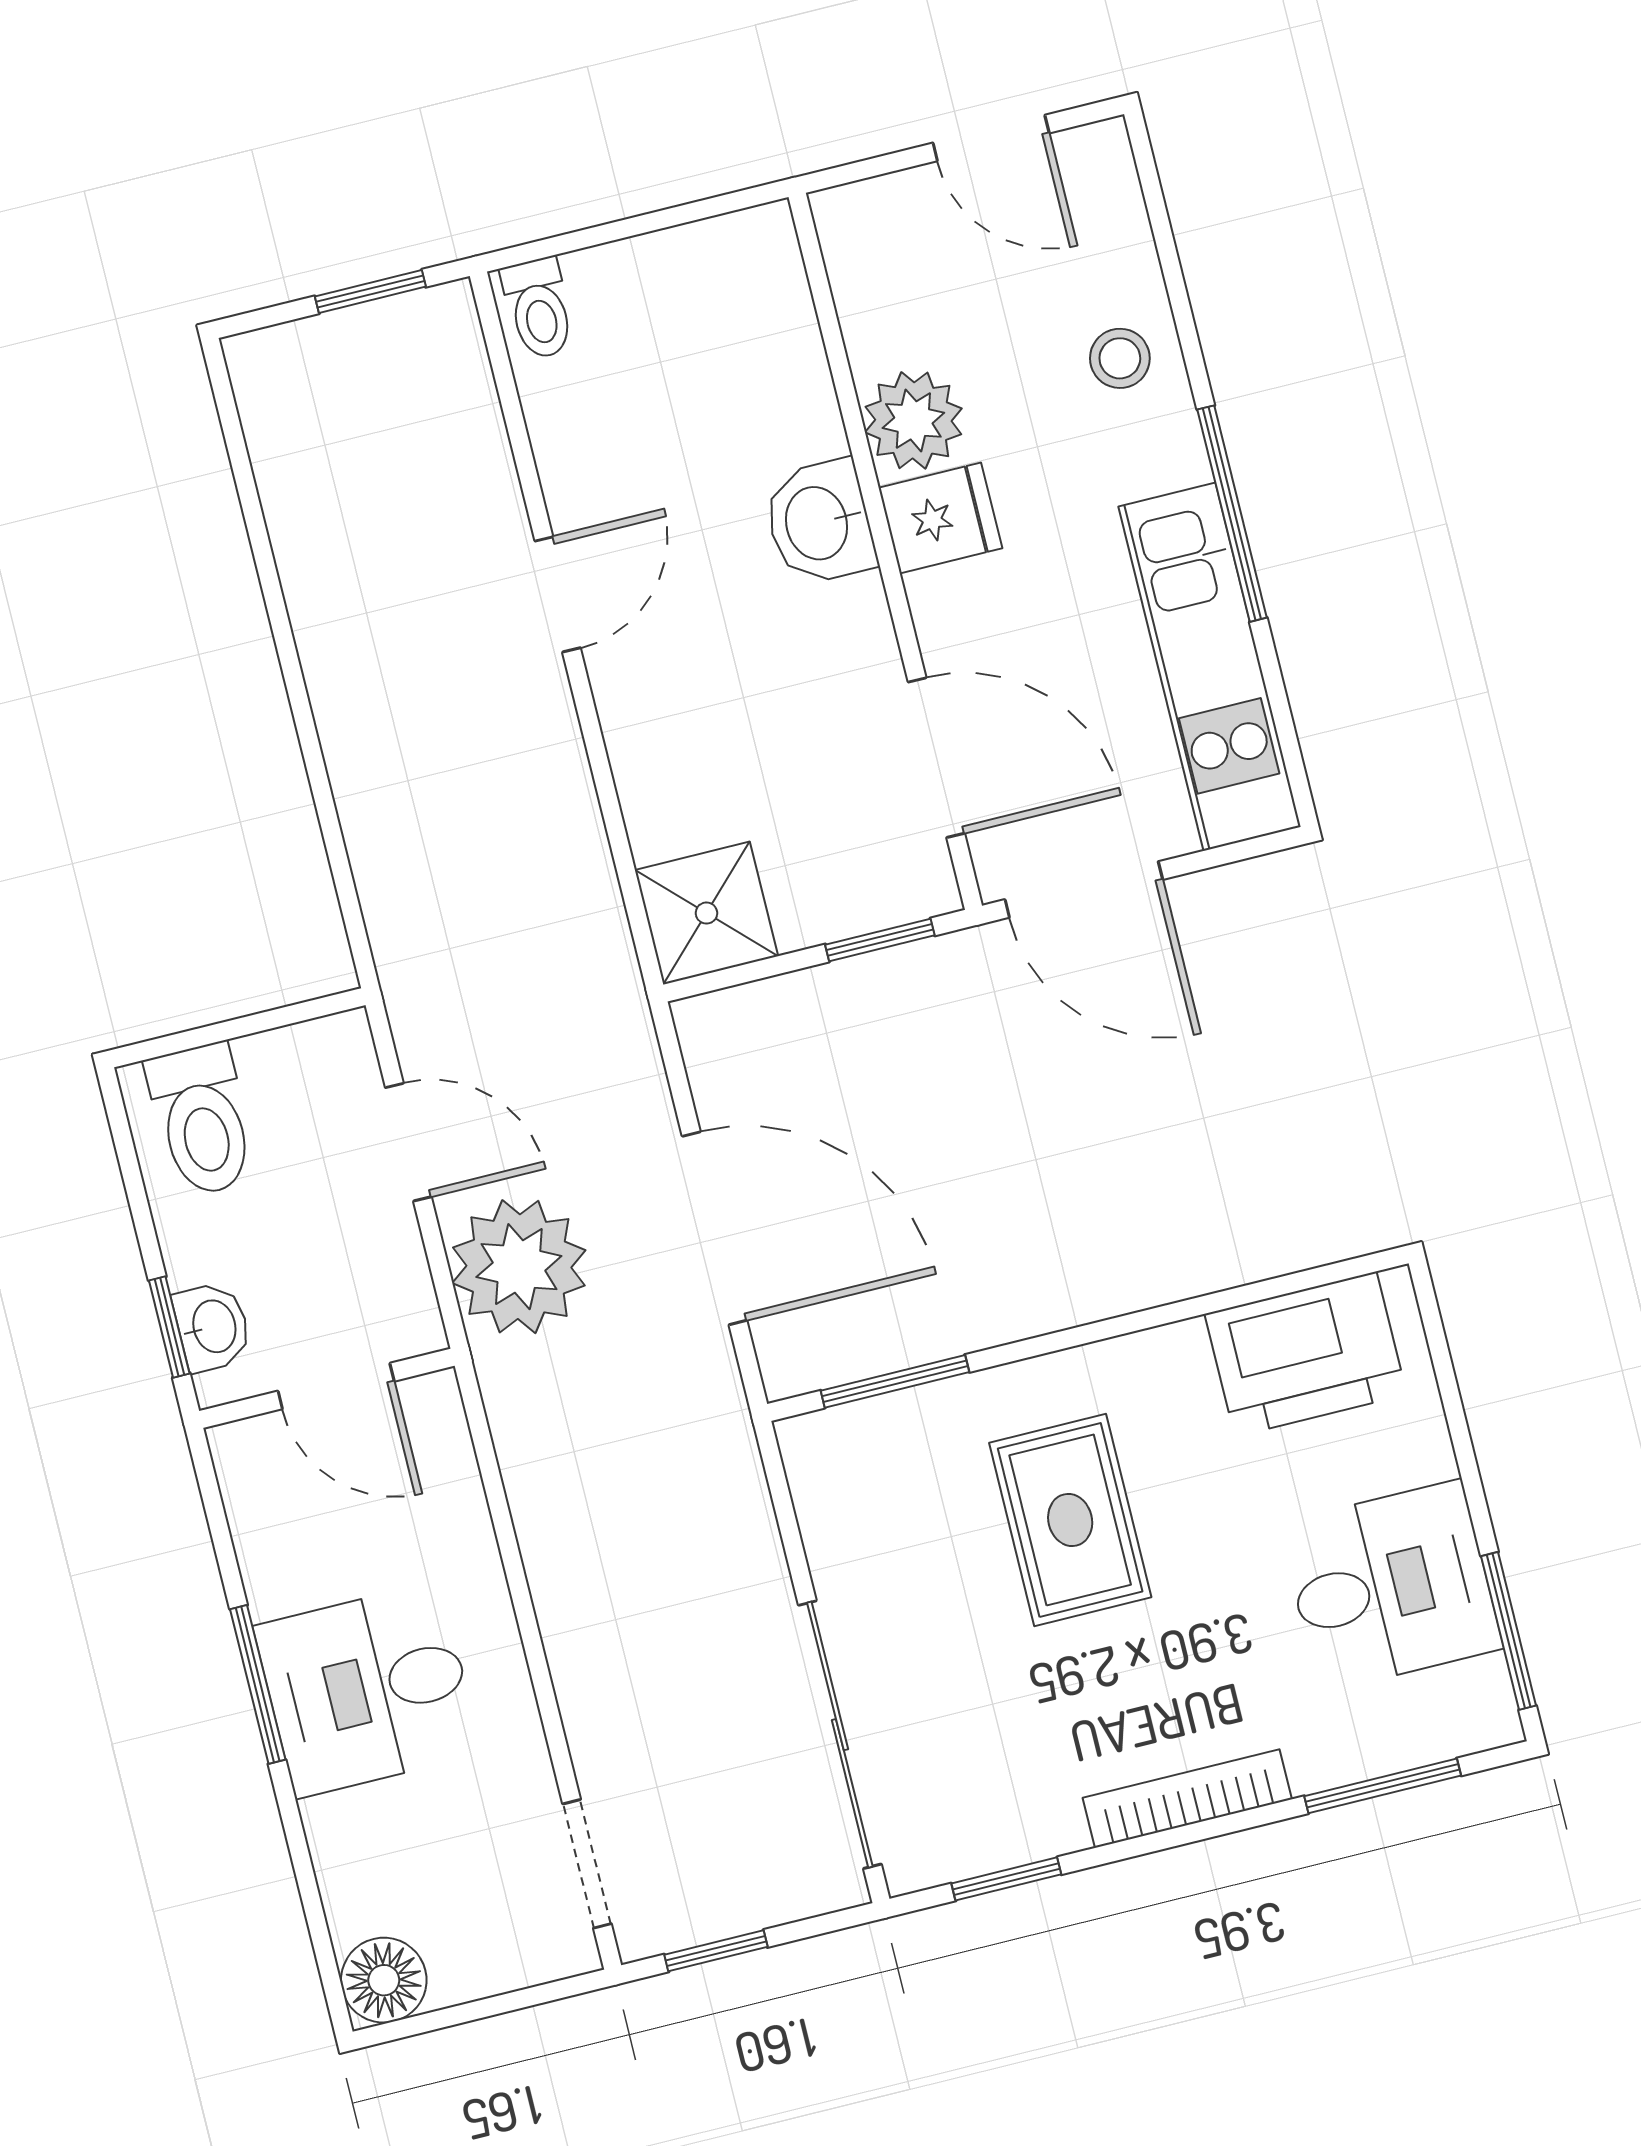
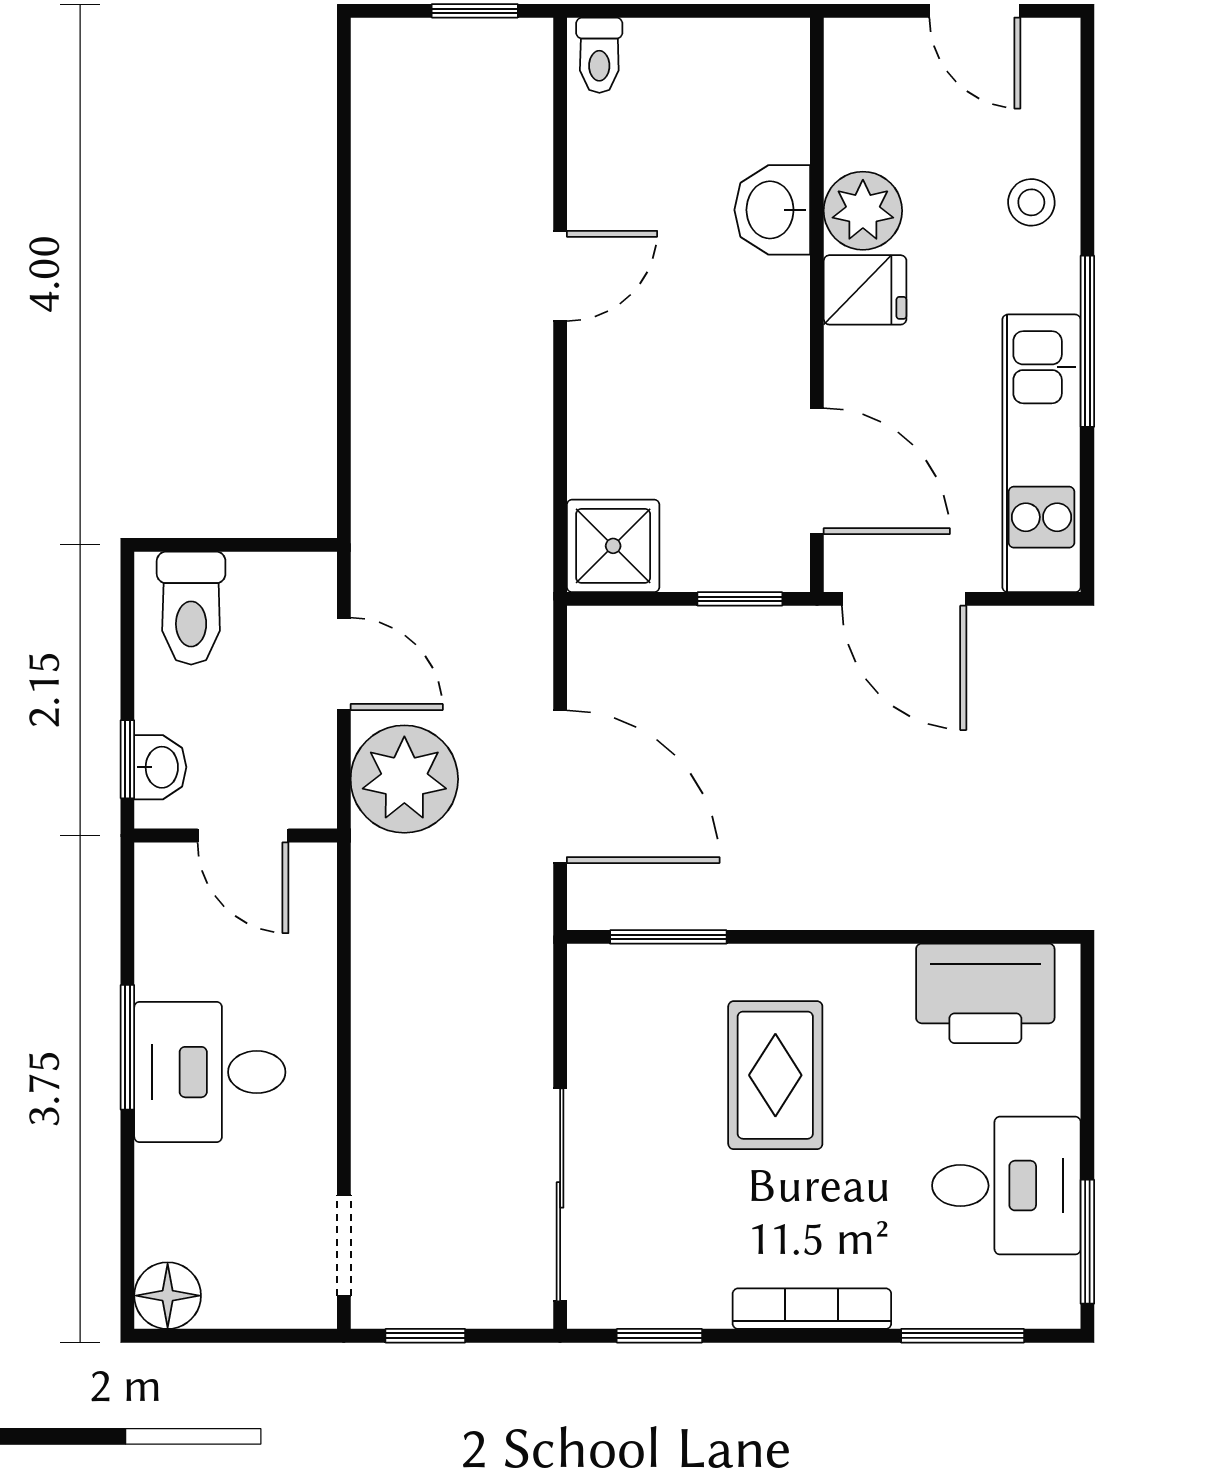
washbasin: (819, 523) -> (772, 210), moved

